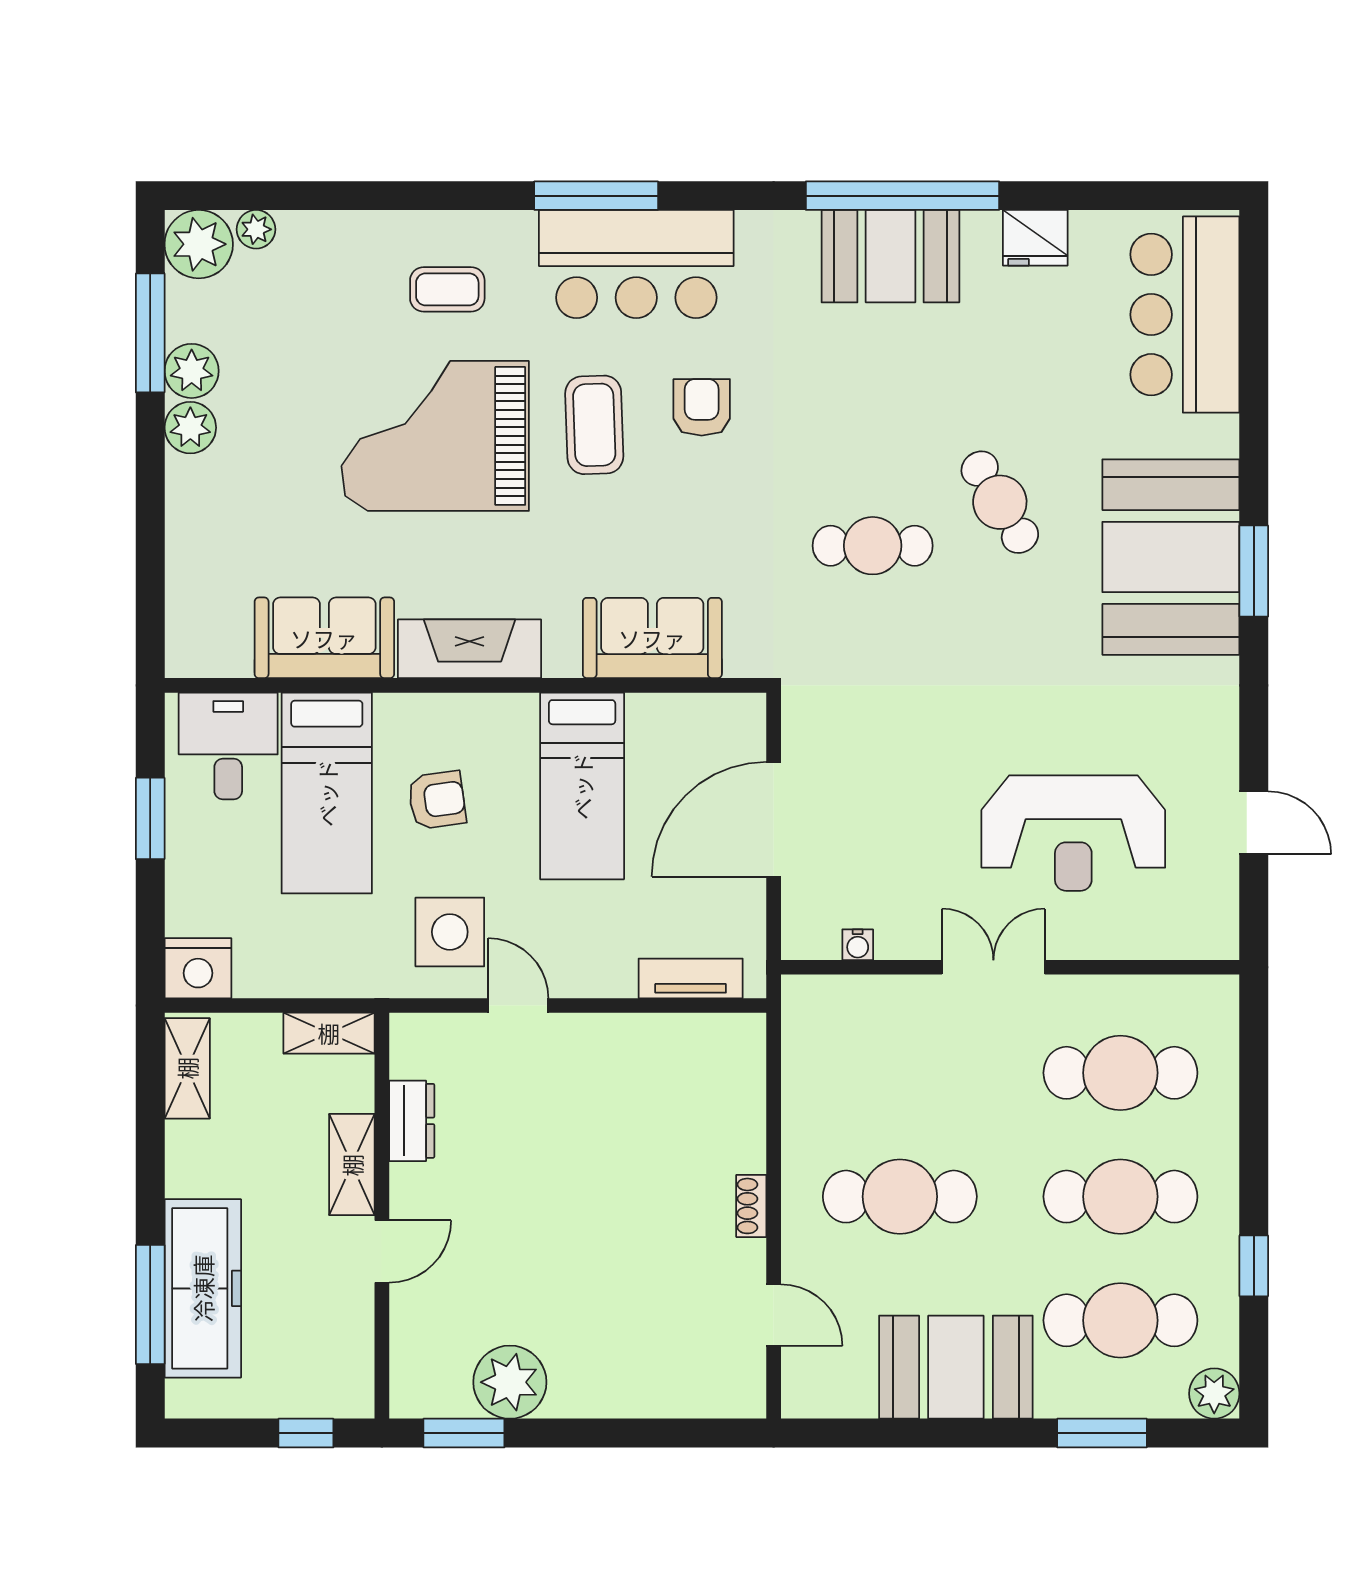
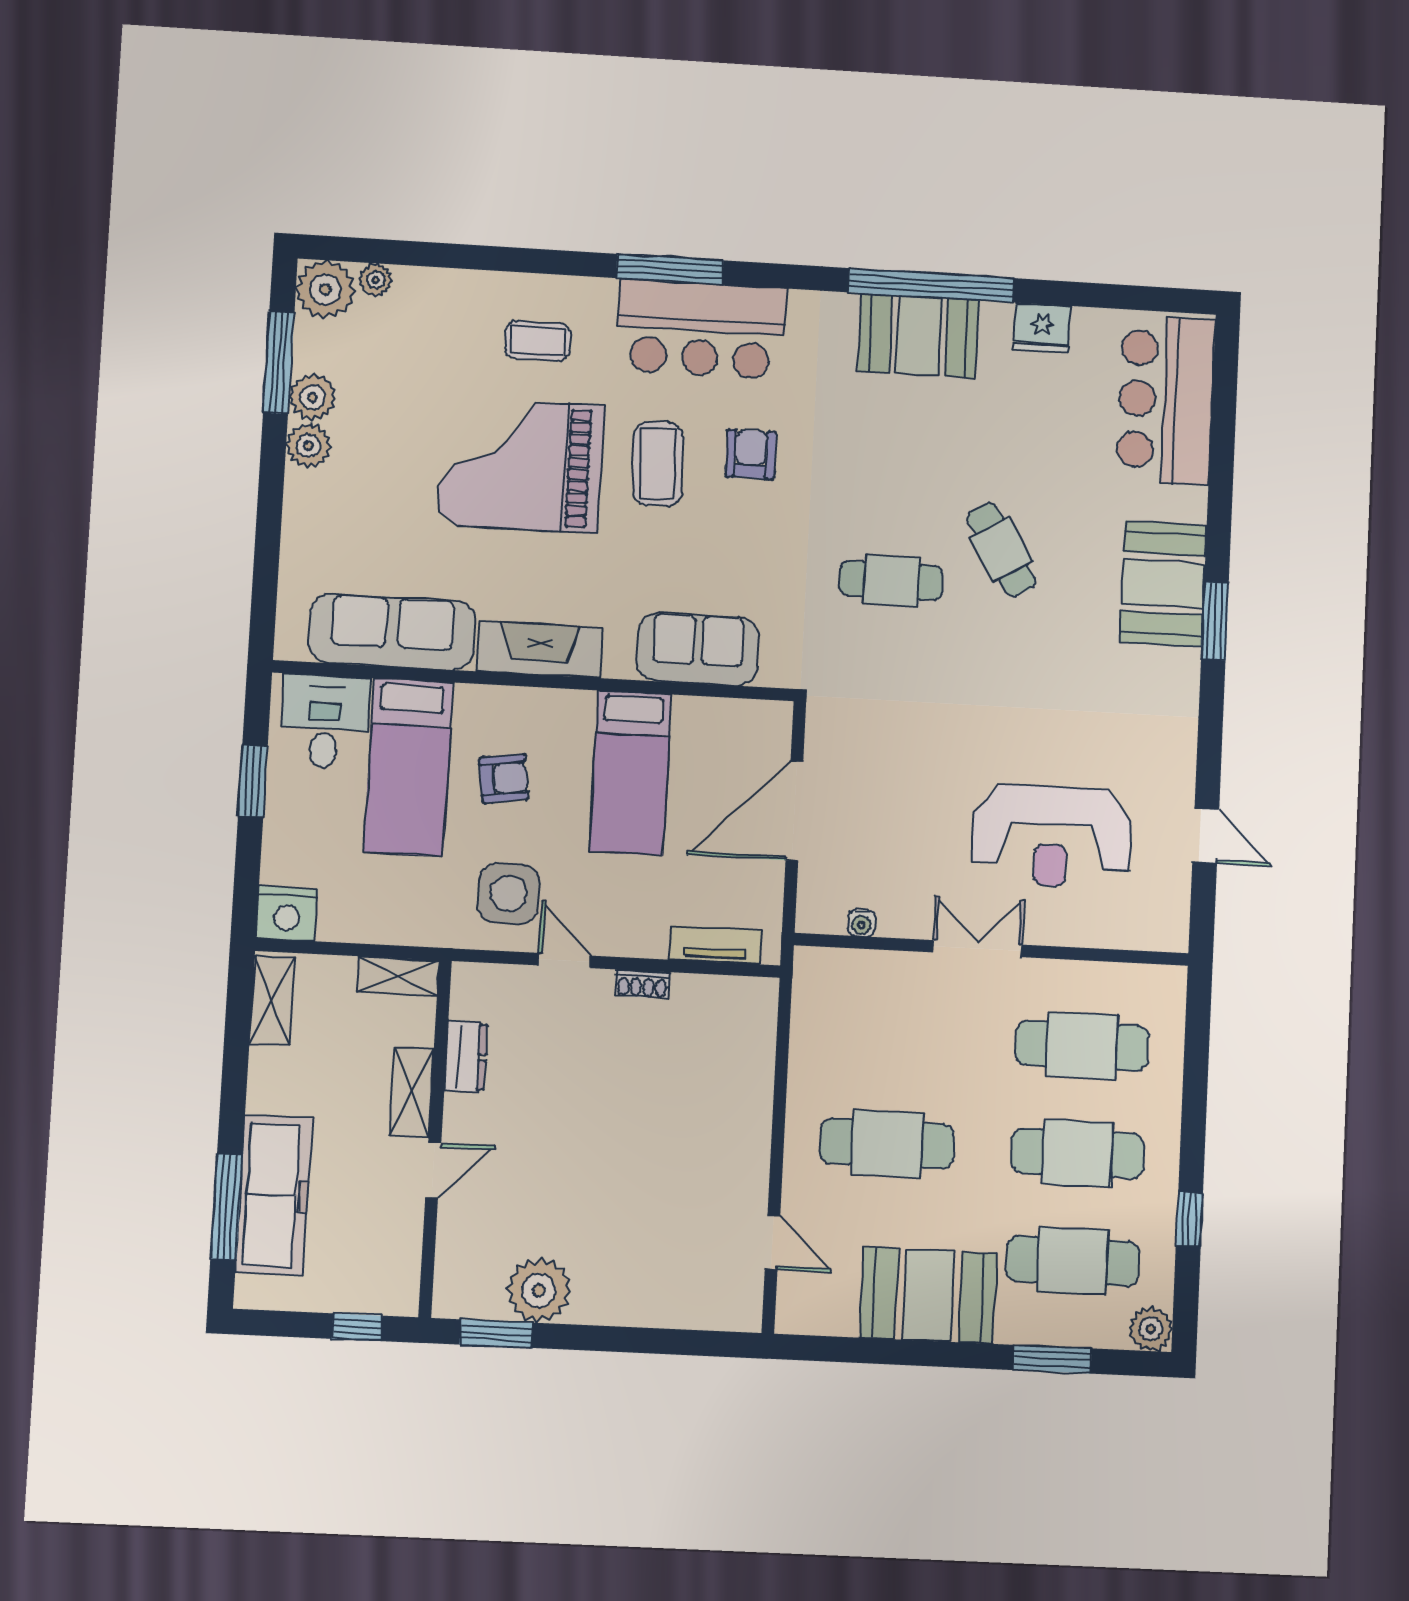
booth: (1171, 557) -> (1163, 584), width x0.73, depth x0.70
sofa: (324, 638) -> (392, 632), width x1.36
shoe rack: (751, 1206) -> (642, 984), moved, turned -90

